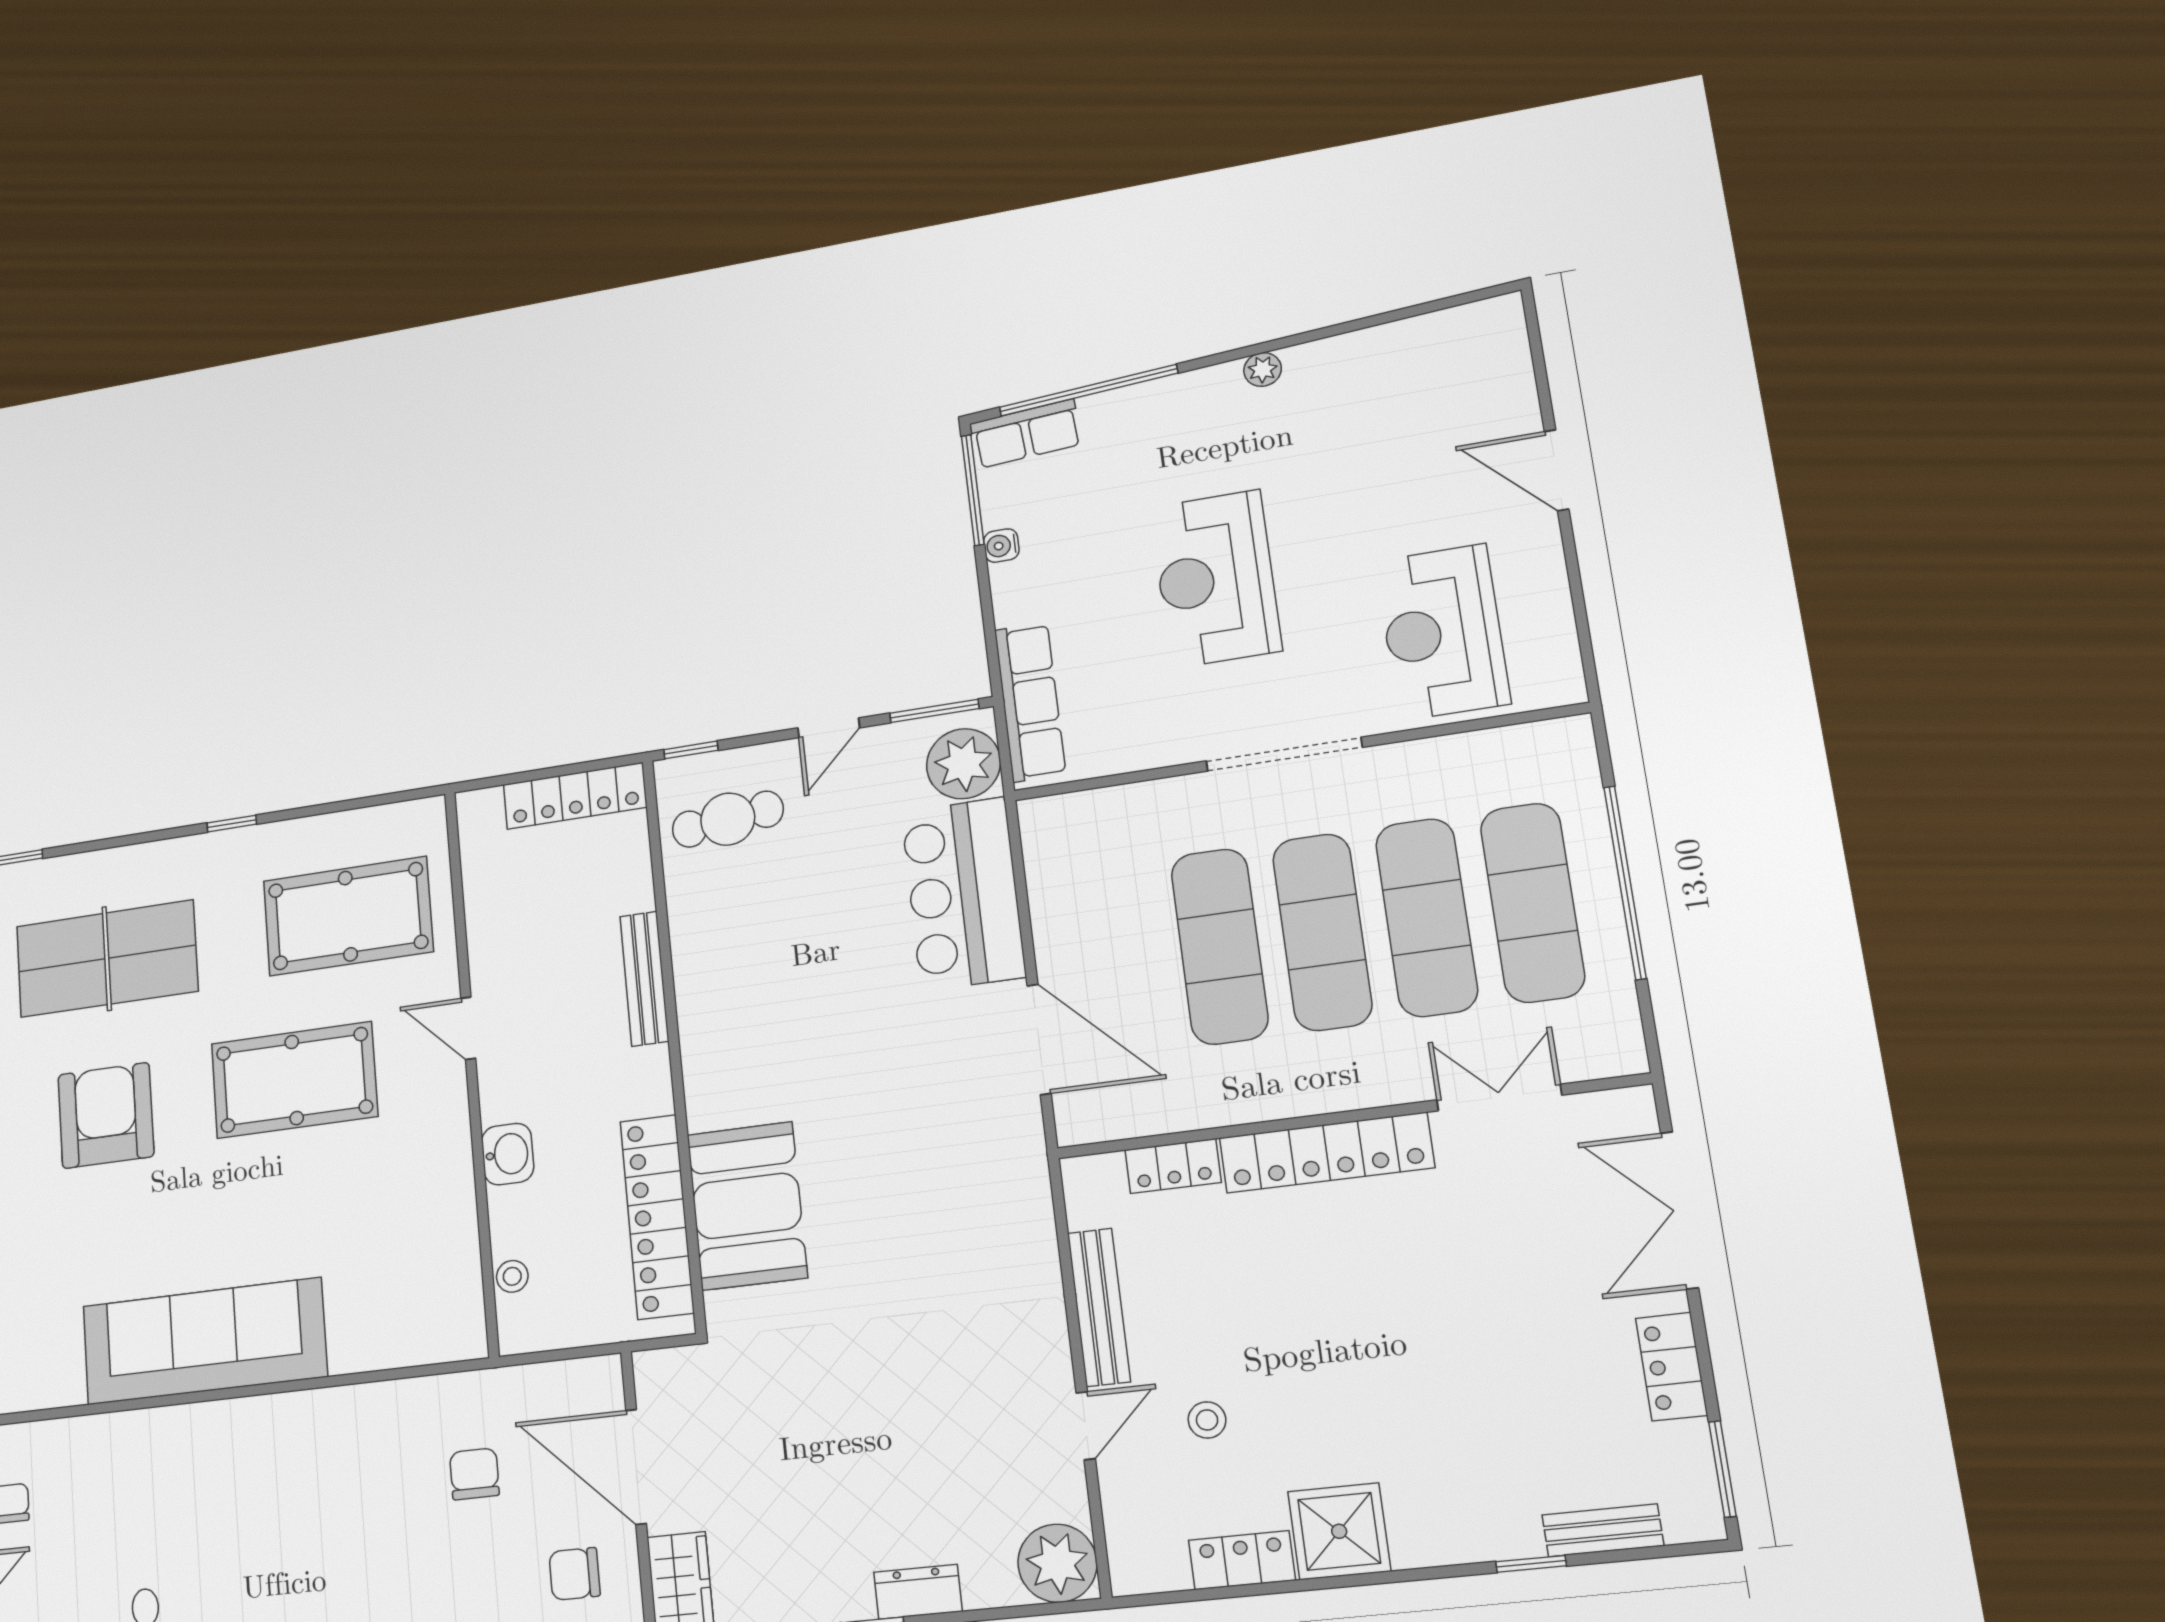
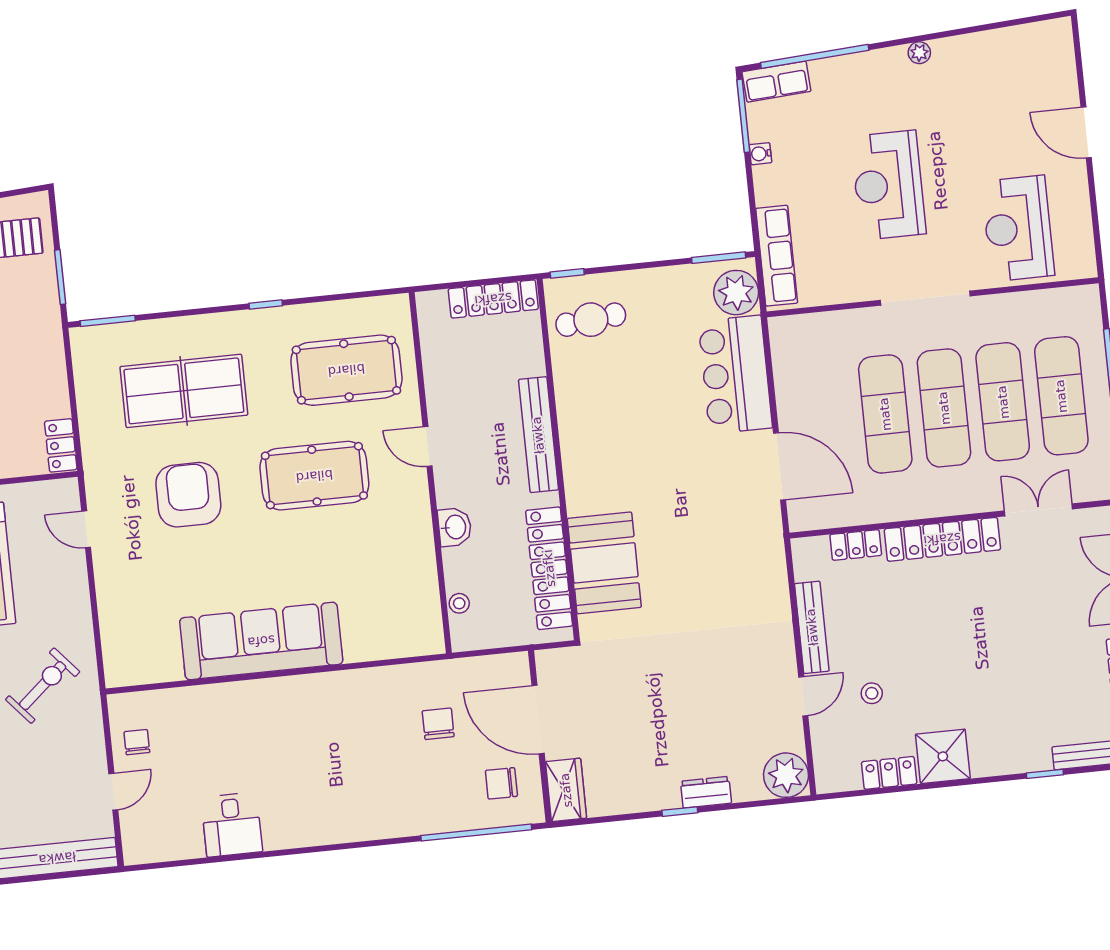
door: (829, 728) -> (654, 264), removed
bench: (644, 979) -> (538, 435), width x1.37, depth x1.21

